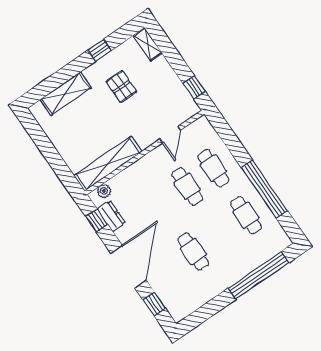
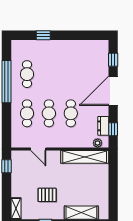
pallet: (122, 87) -> (47, 195), turned 90
door: (170, 135) -> (38, 149), swing flipped
cafe table: (193, 252) -> (71, 113), moved
window: (259, 275) -> (43, 35), width x0.32

